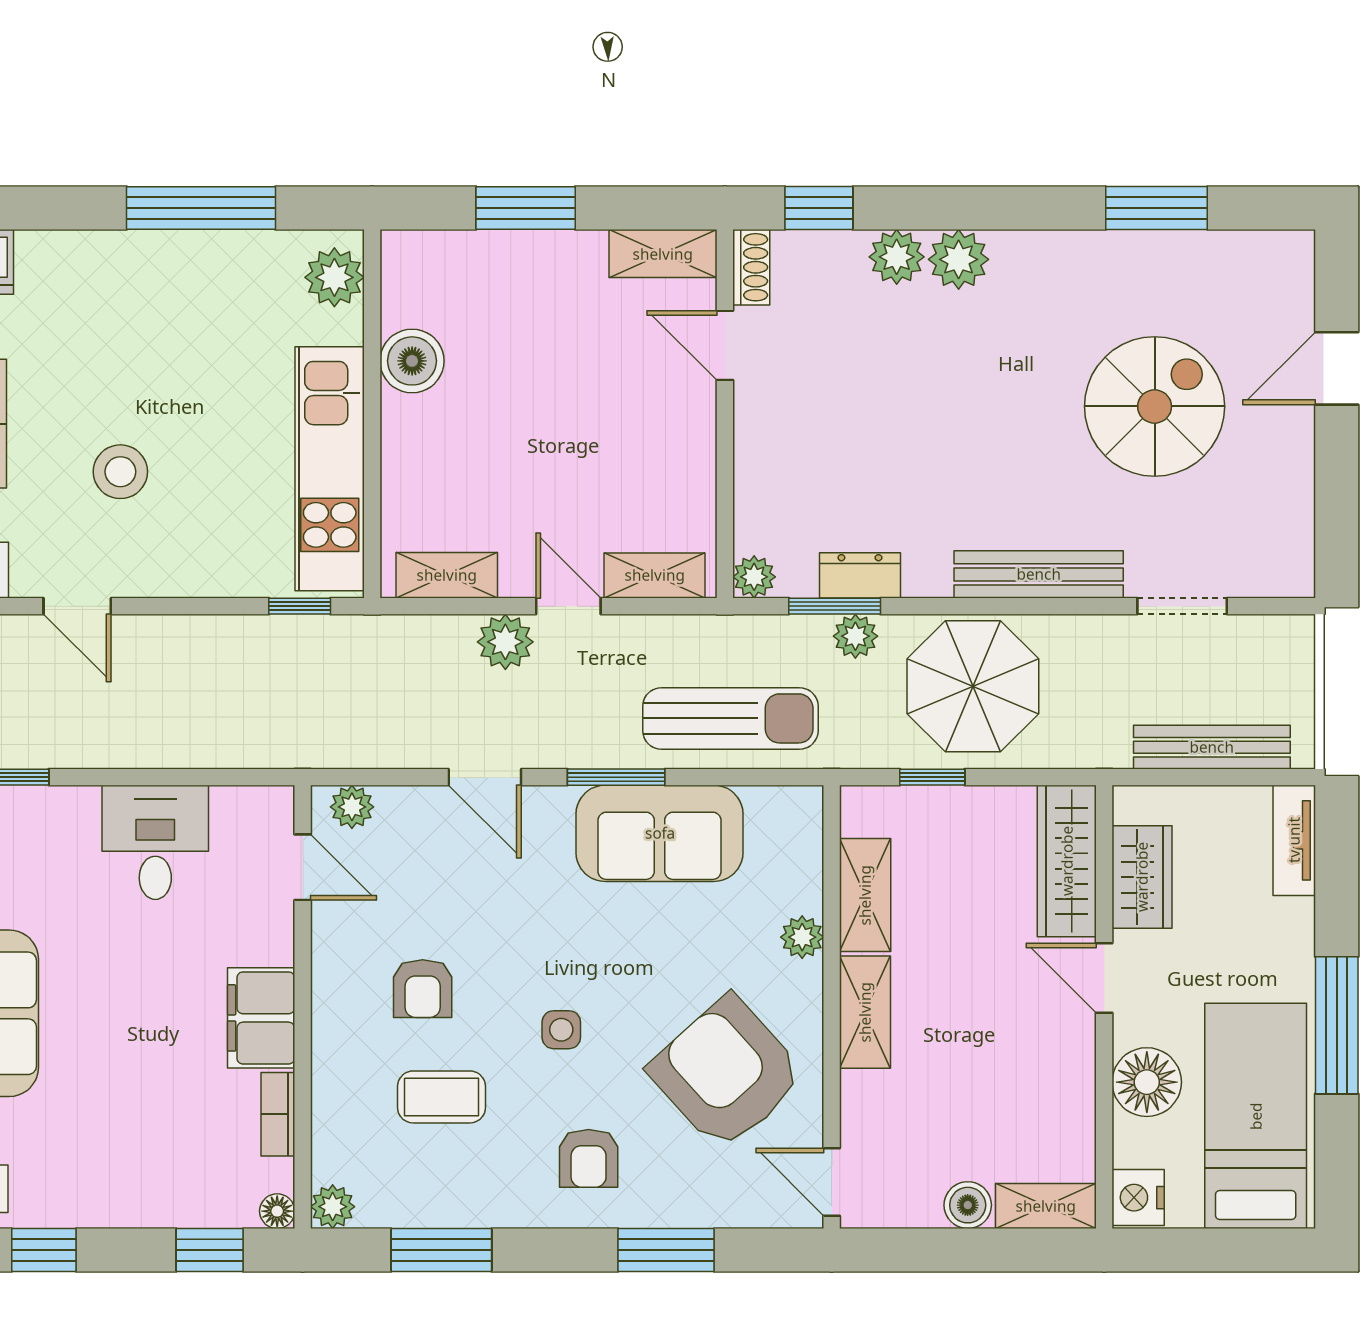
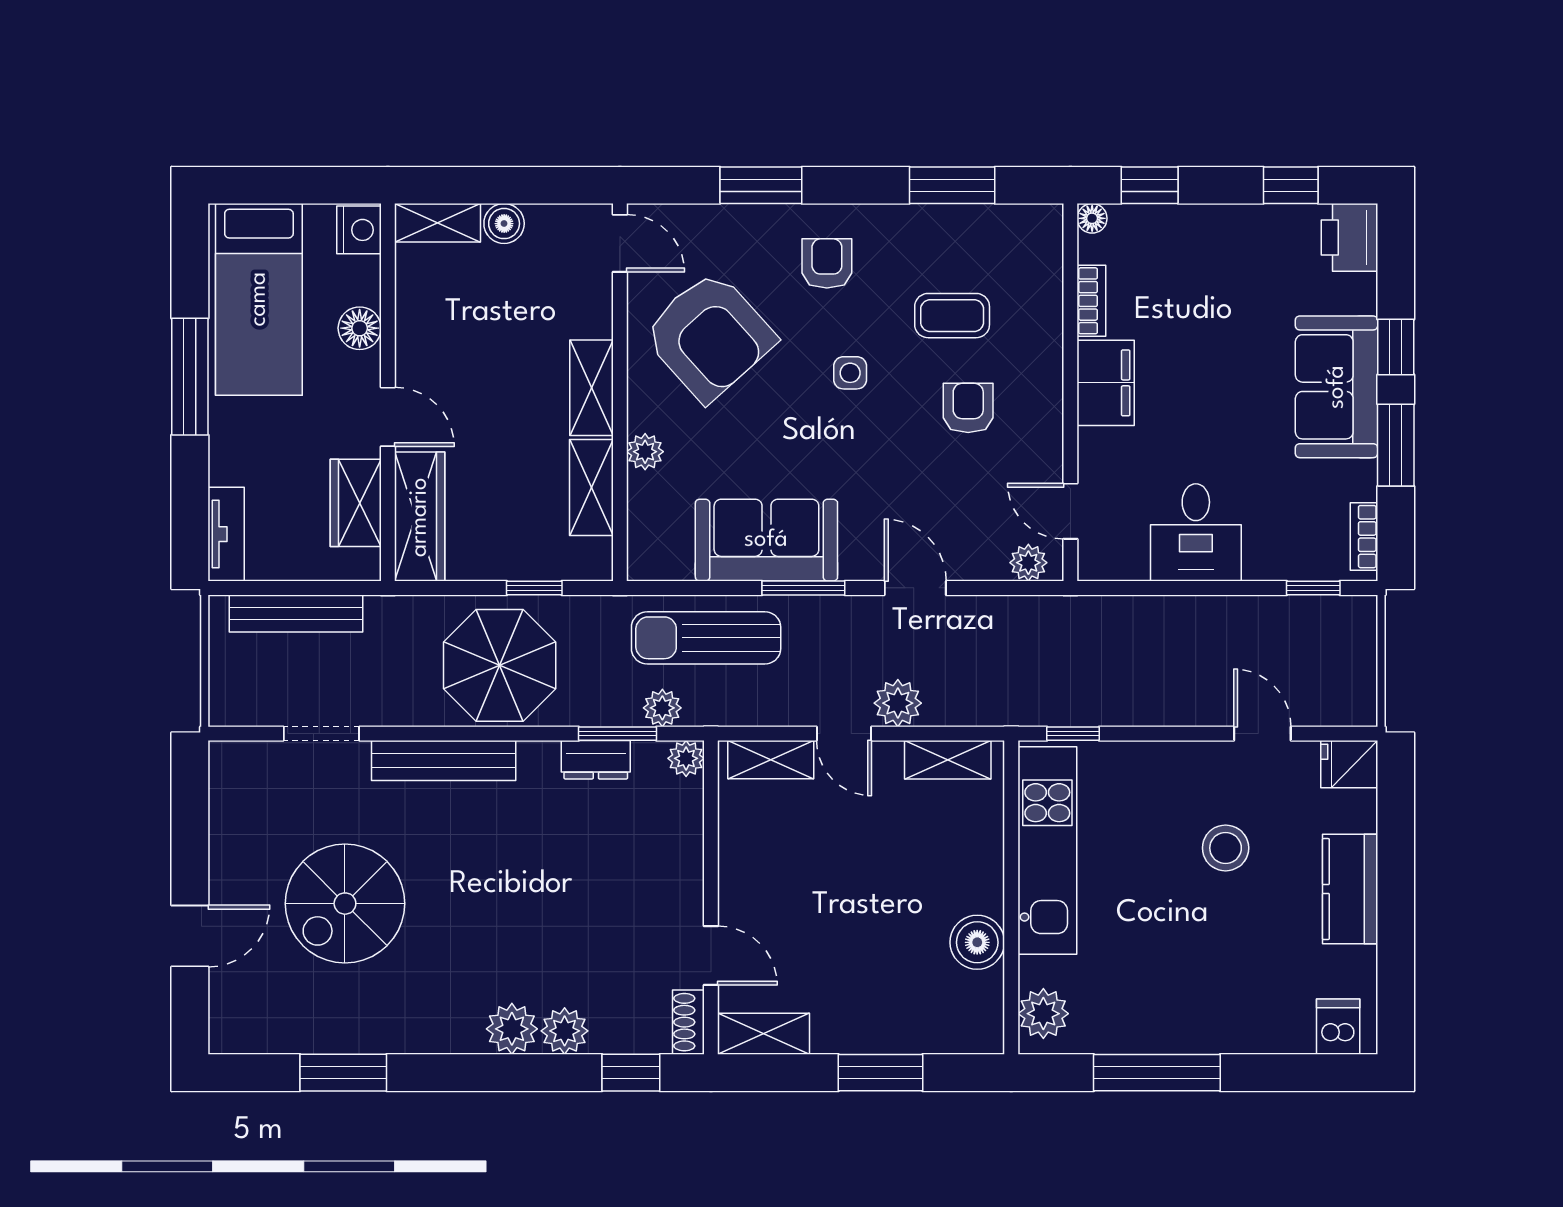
plant: (855, 636) -> (662, 708), moved
floor lamp: (1147, 1082) -> (360, 328), width x0.73, depth x0.73
plant: (333, 1207) -> (1045, 222), removed

